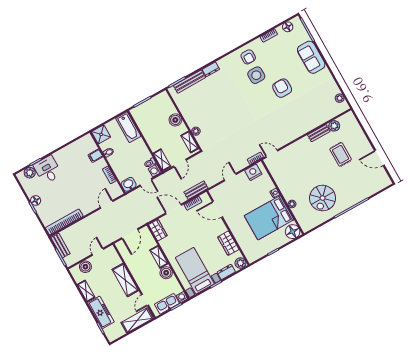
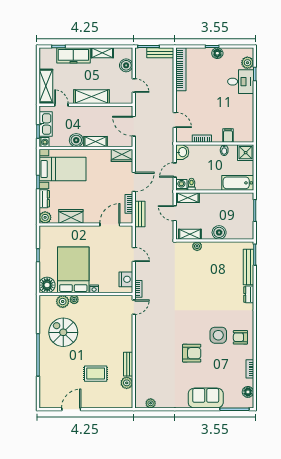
plant: (299, 212) -> (63, 302), added

